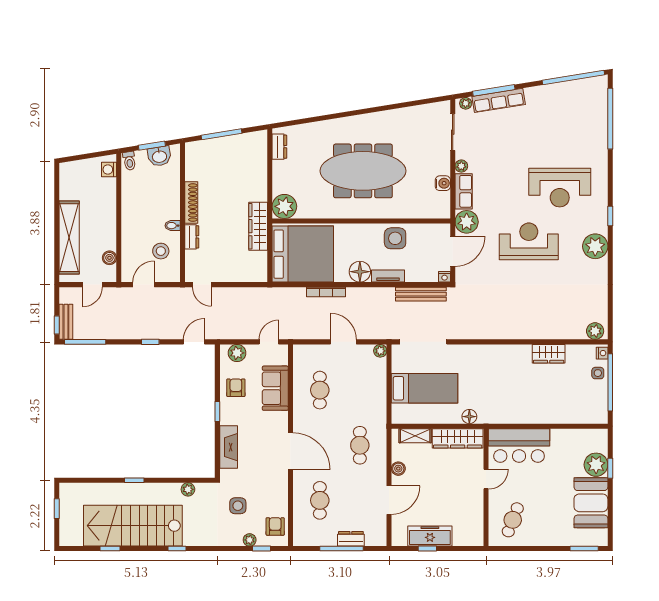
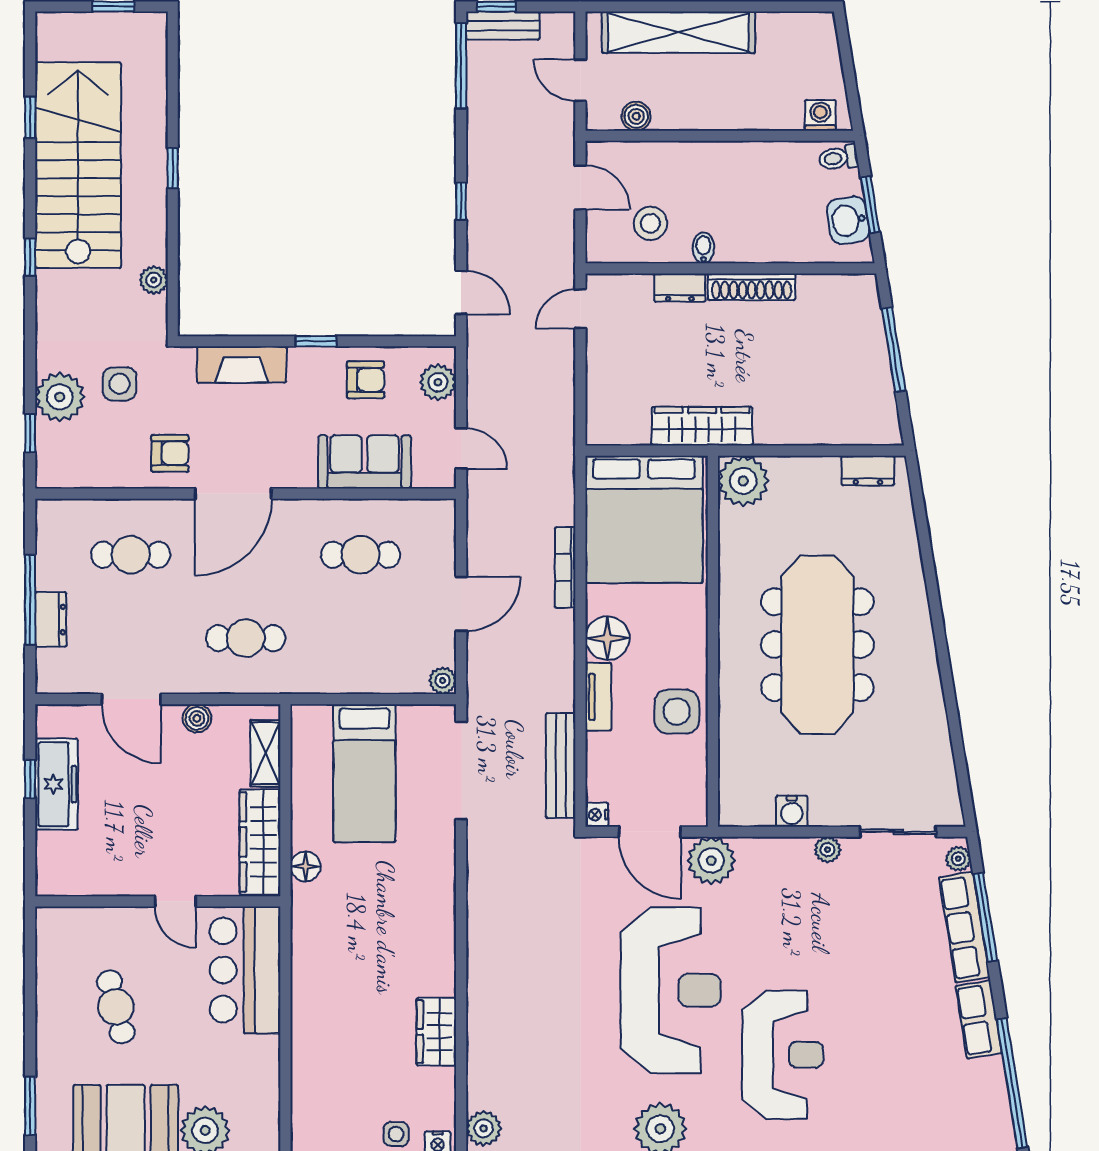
reception desk: (560, 188) -> (783, 1055), turned 180
row of seats: (464, 191) -> (979, 1019), moved, turned 81
reception desk: (529, 241) -> (671, 990), width x1.36, depth x1.30
cafe table: (513, 520) -> (116, 1007), moved, turned 55
armchair: (275, 526) -> (170, 453), moved
plant: (250, 540) -> (60, 397), width x1.87, depth x1.87

